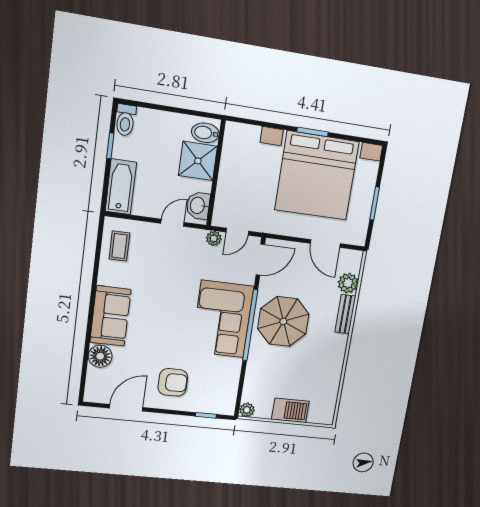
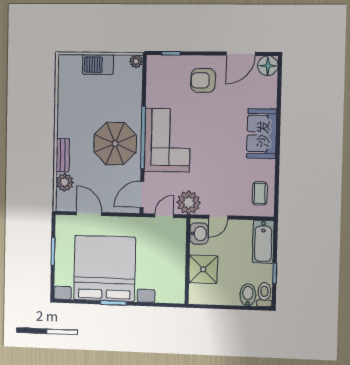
bidet: (205, 133) -> (248, 295), moved, turned -90
plant: (214, 238) -> (189, 203), width x1.88, depth x1.88
floor lamp: (100, 356) -> (268, 66), moved

